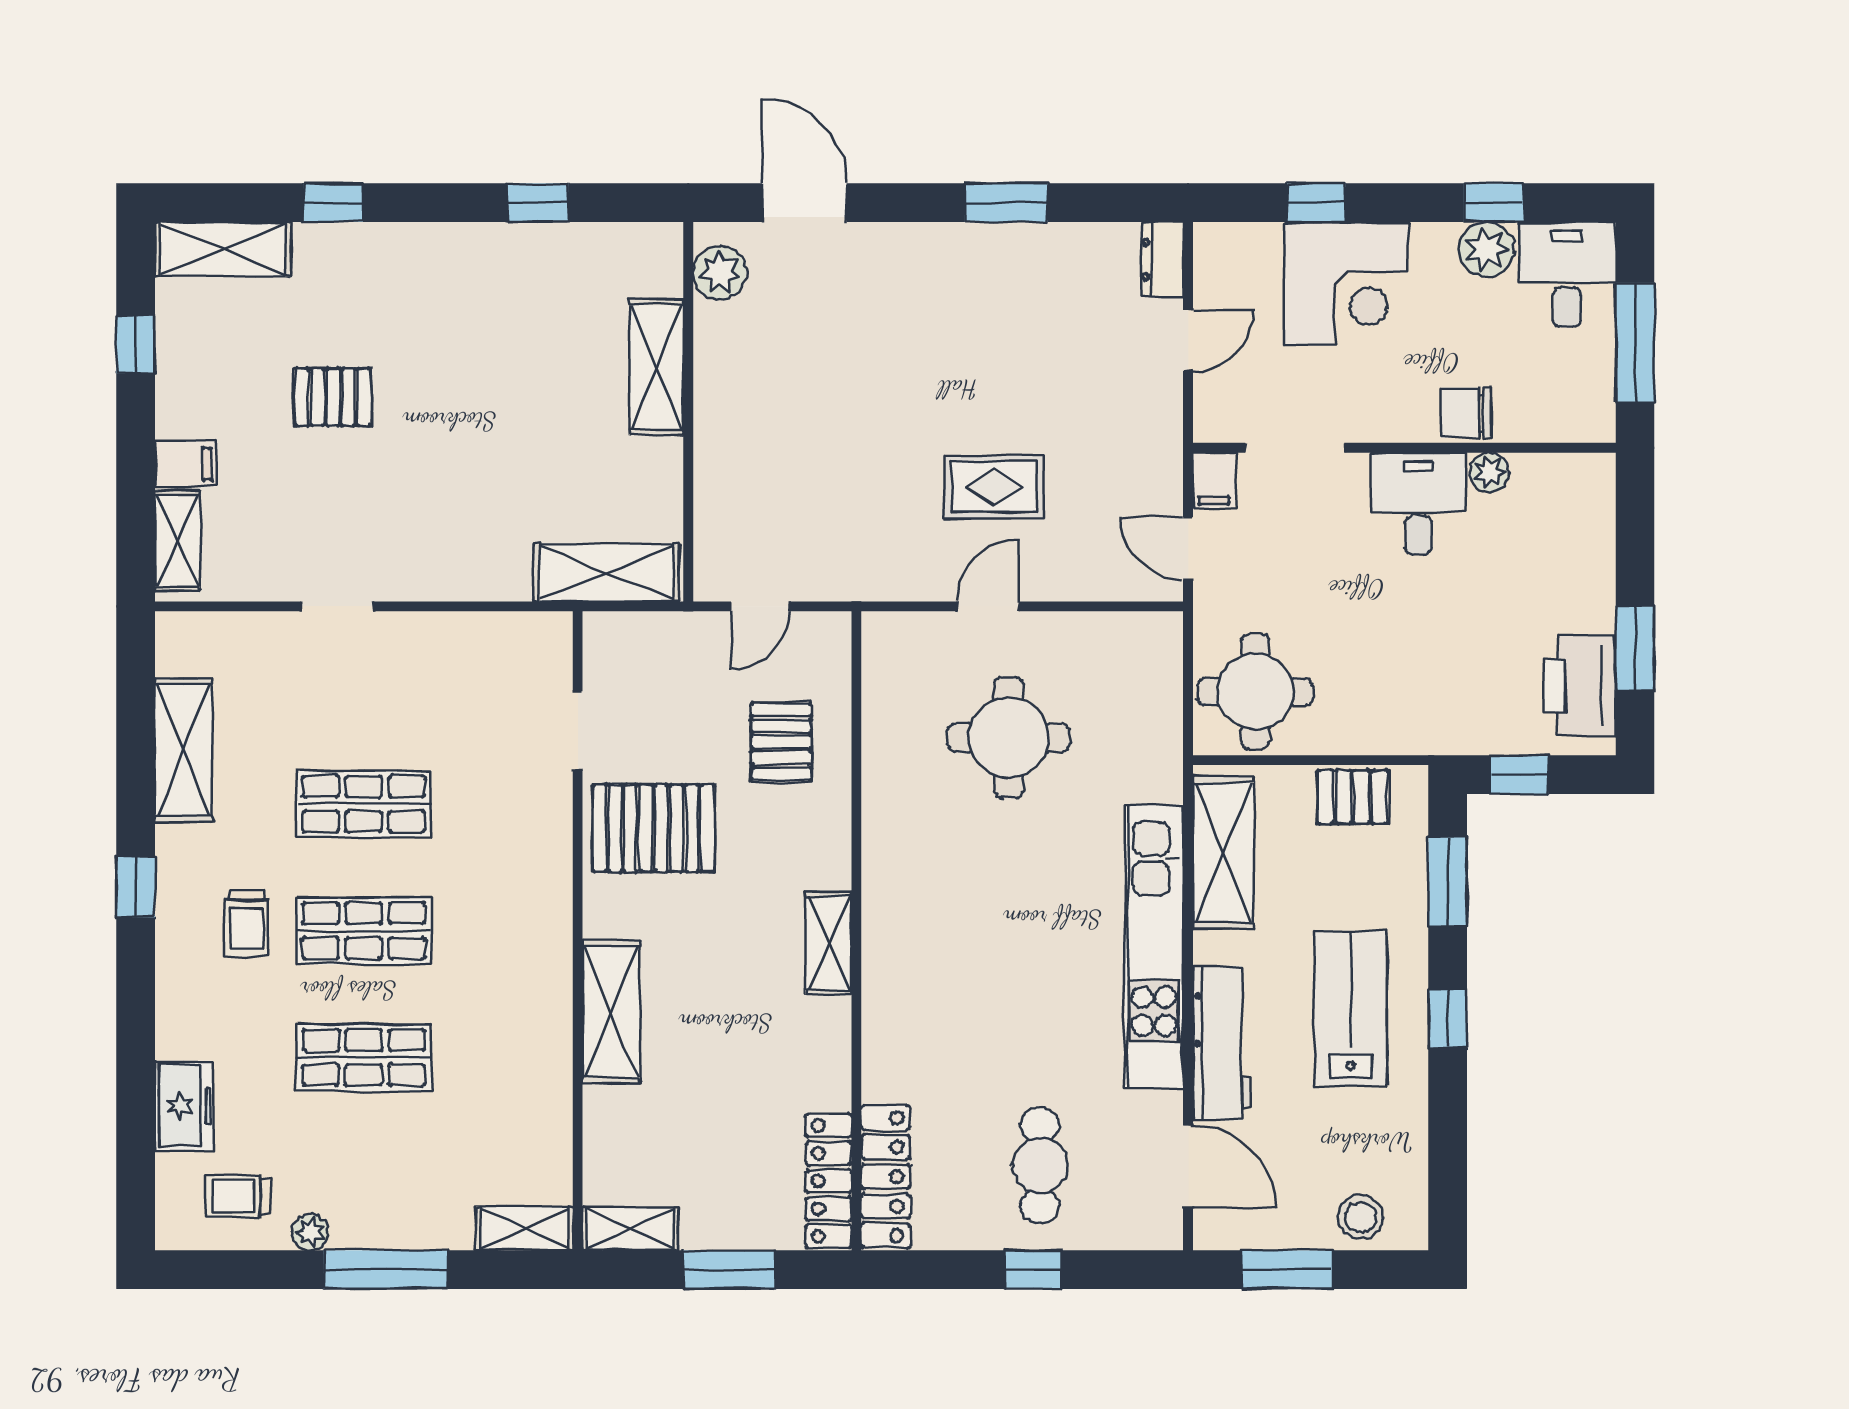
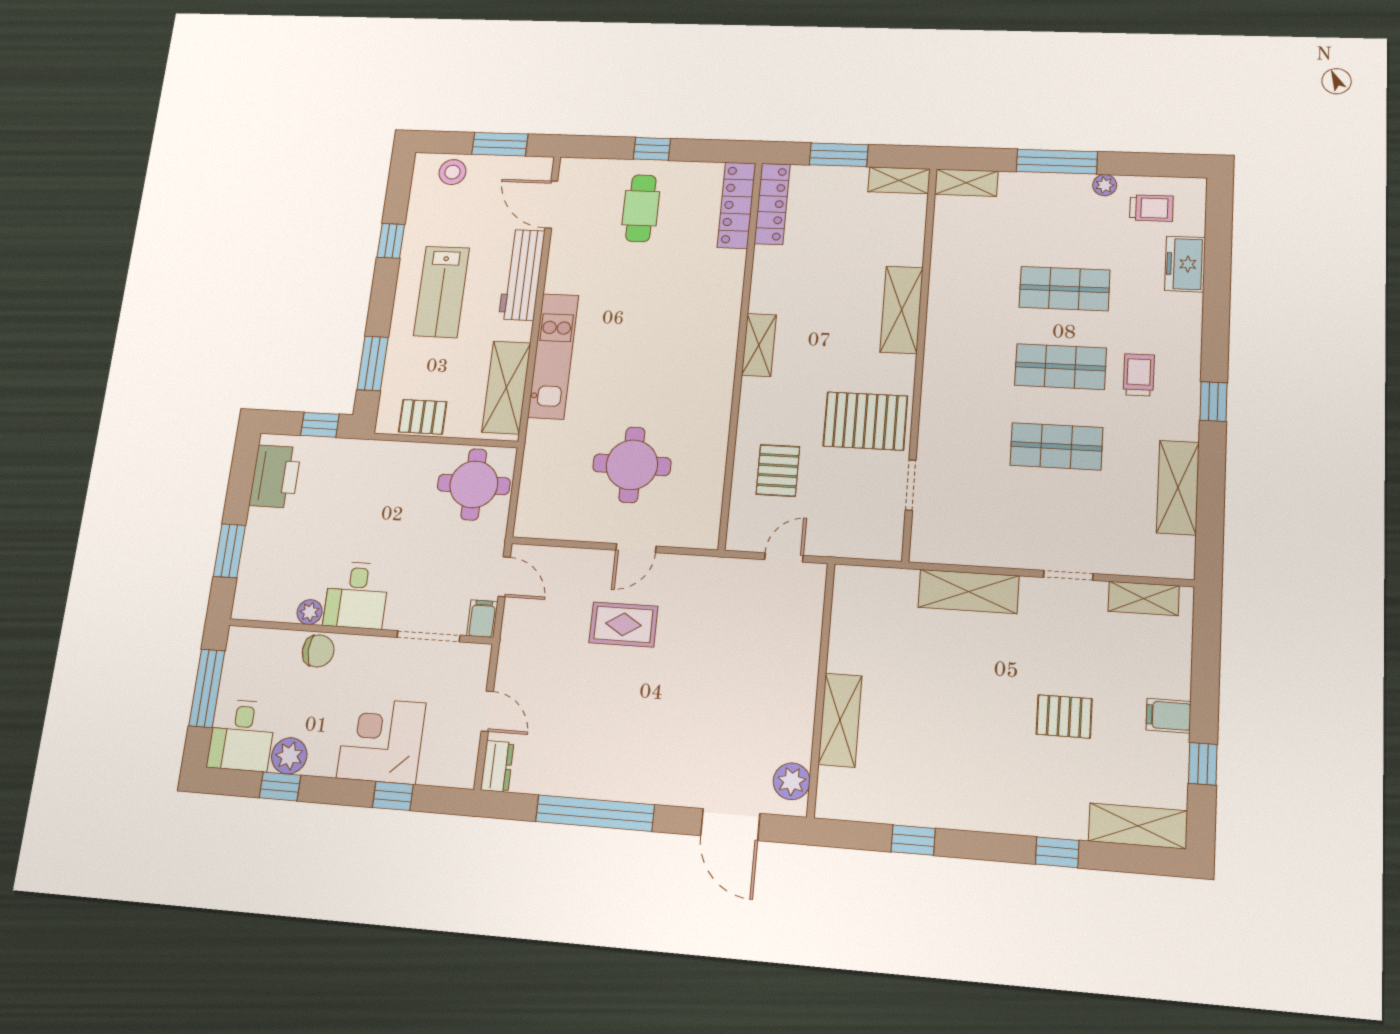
window: (1006, 203) -> (595, 813), width x2.11
door: (1188, 340) -> (487, 711), swing flipped
filing cabinet: (186, 464) -> (1169, 716), moved
shelving: (177, 541) -> (1144, 598), moved, turned 90
shelving: (606, 573) -> (969, 591), moved
window: (1635, 648) -> (229, 551), moved
kitchen unit: (1154, 946) -> (553, 356), width x0.73
window: (1448, 1018) -> (391, 241), moved

